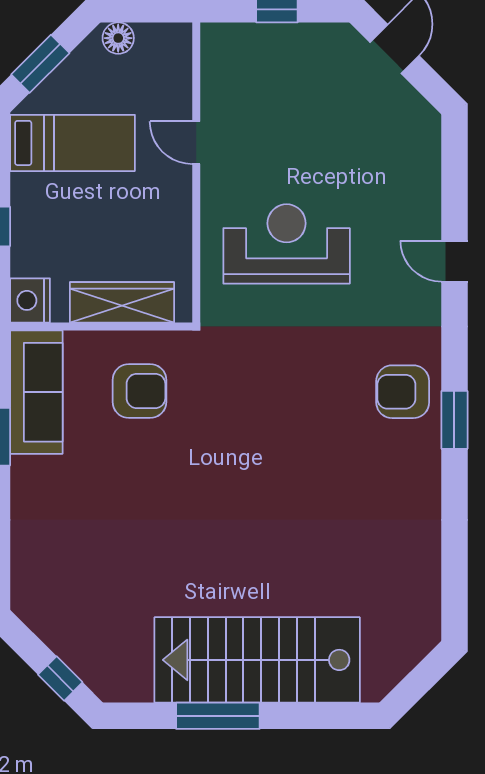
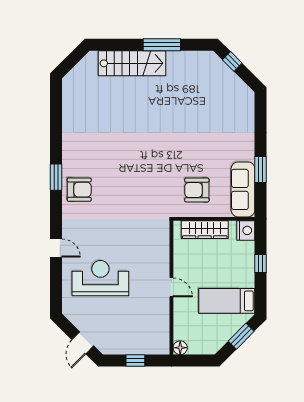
floor lamp: (118, 38) -> (180, 348), moved
door: (196, 143) -> (171, 287), moved
reception desk: (287, 244) -> (100, 278), moved, turned 180
stairs: (257, 660) -> (132, 63), width x0.73, depth x0.66

